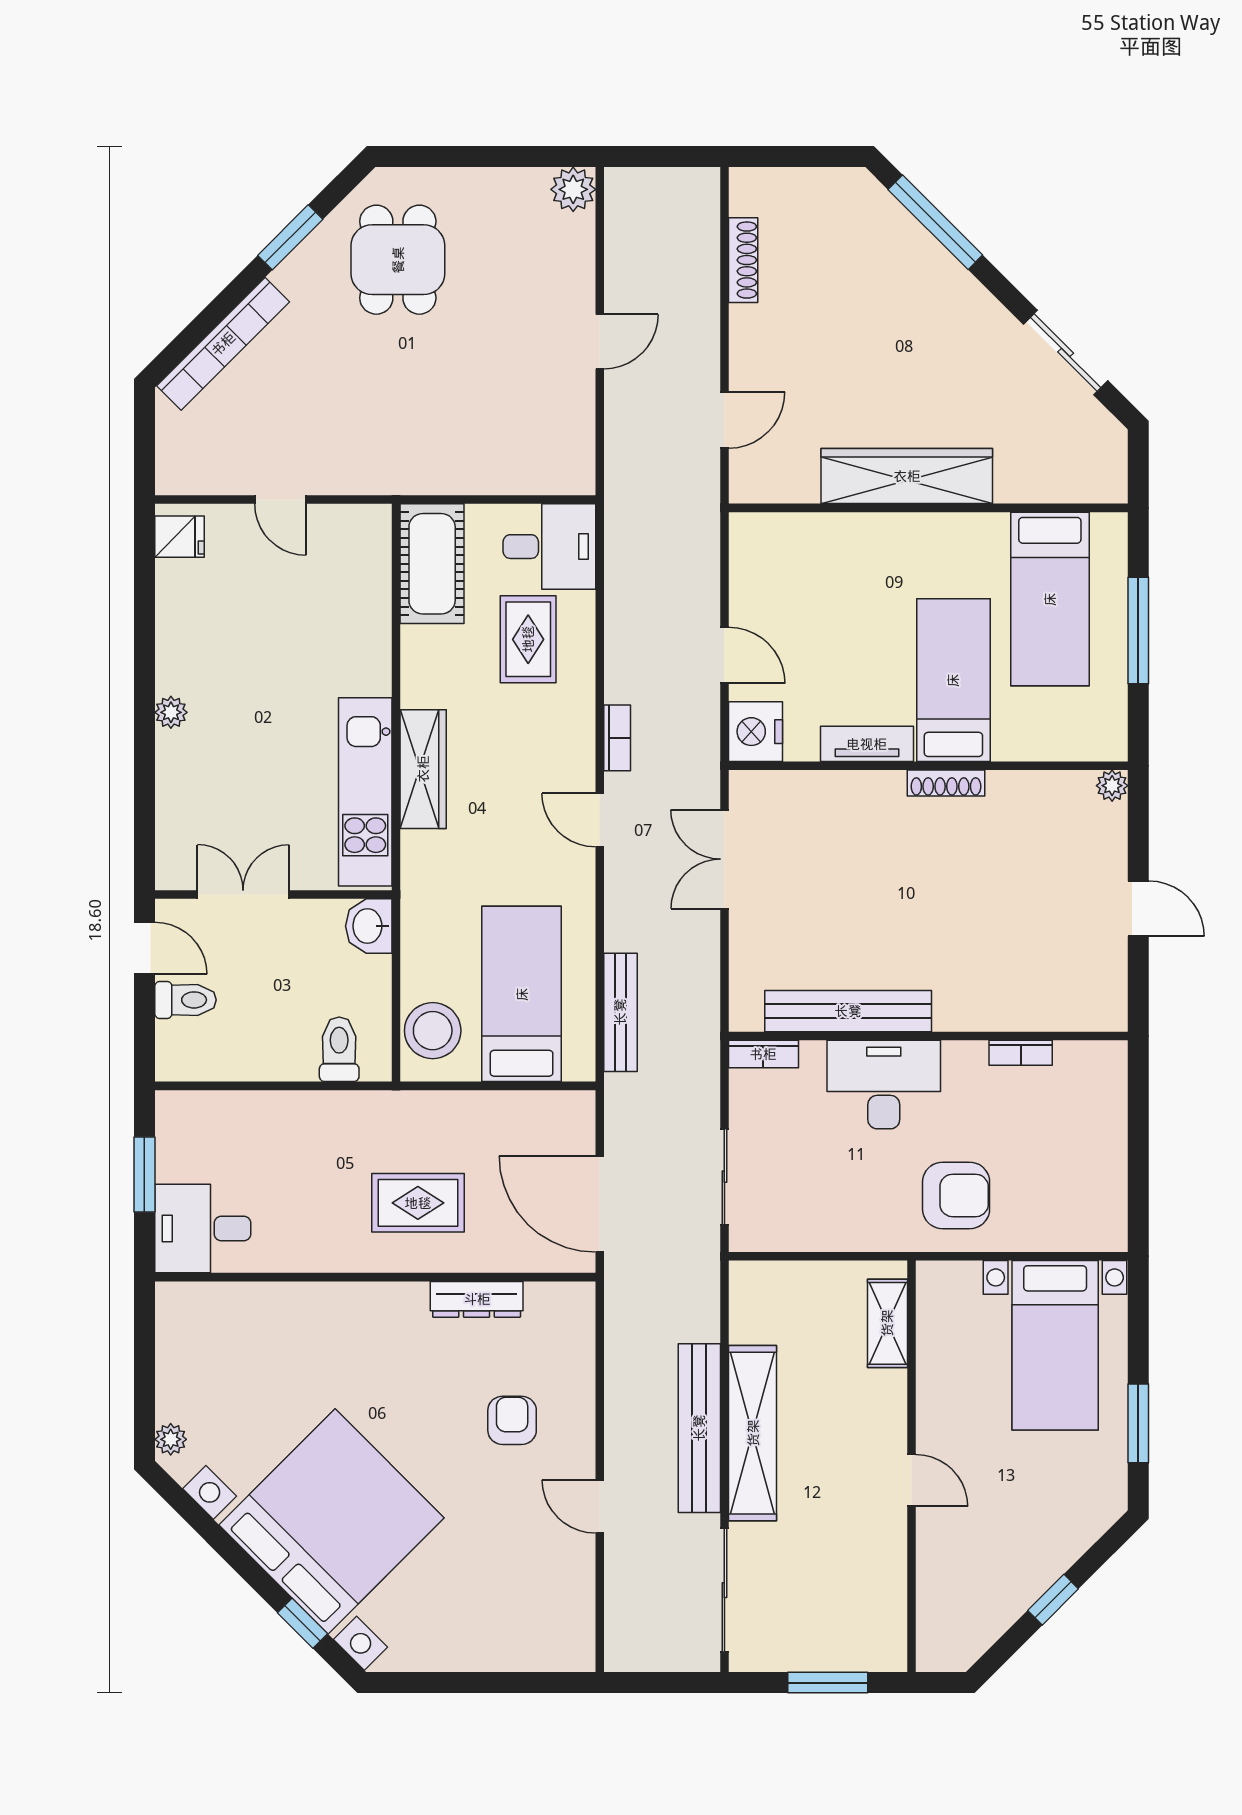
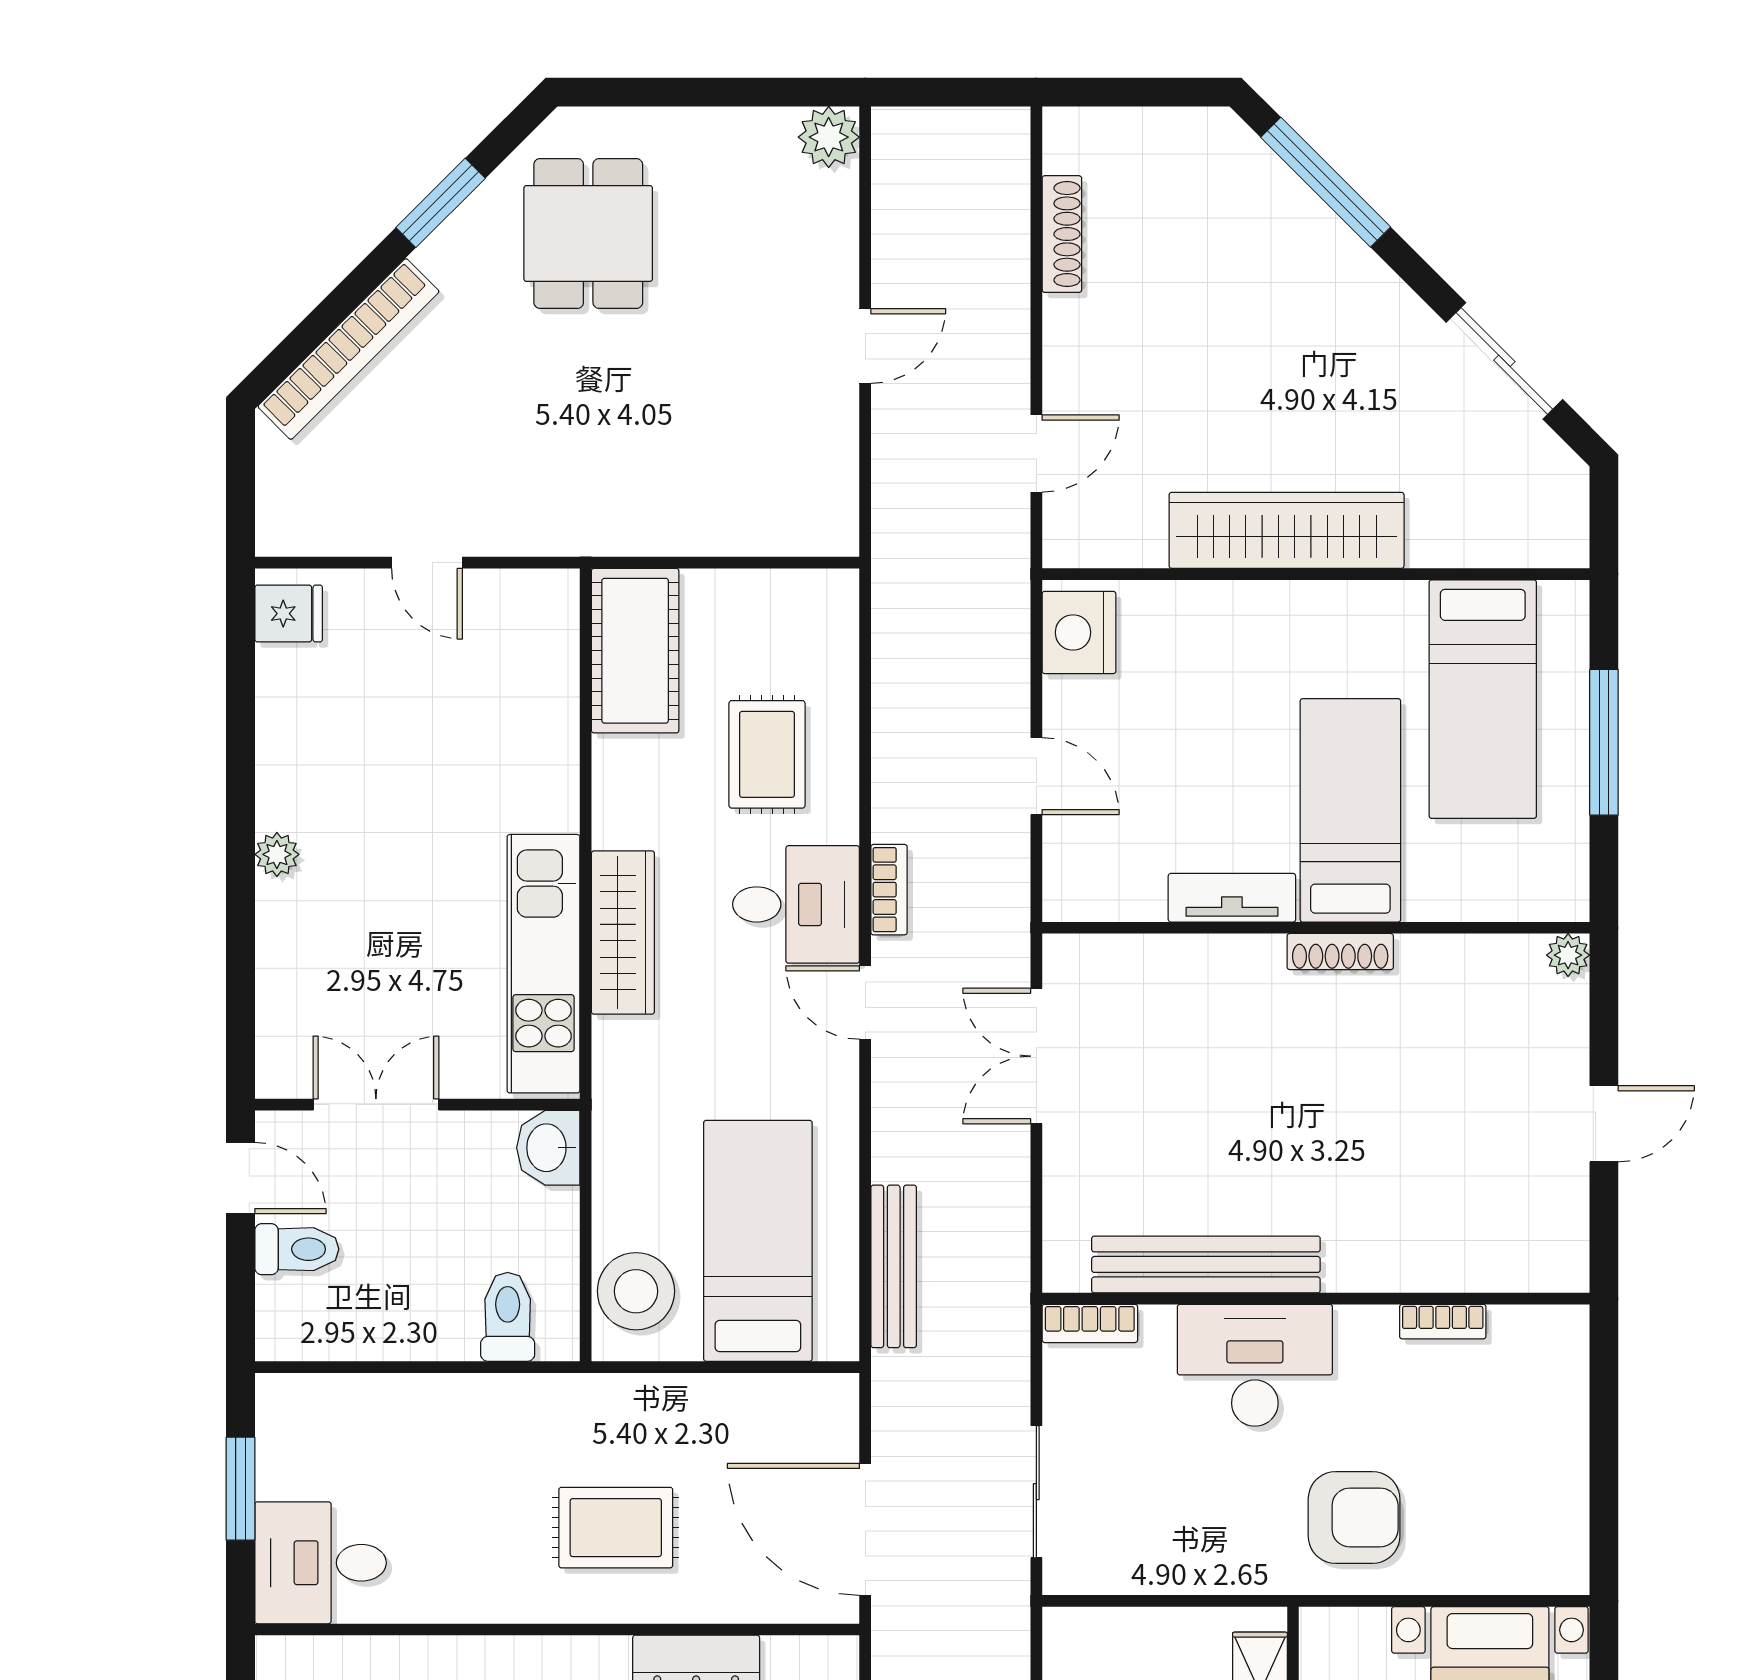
desk: (549, 547) -> (796, 904), moved
nightstand: (756, 732) -> (1079, 632), moved
door: (1138, 909) -> (1604, 1124), hinge flipped

